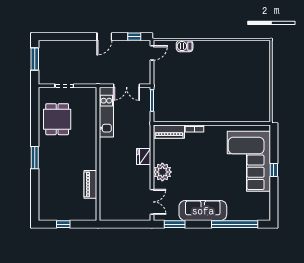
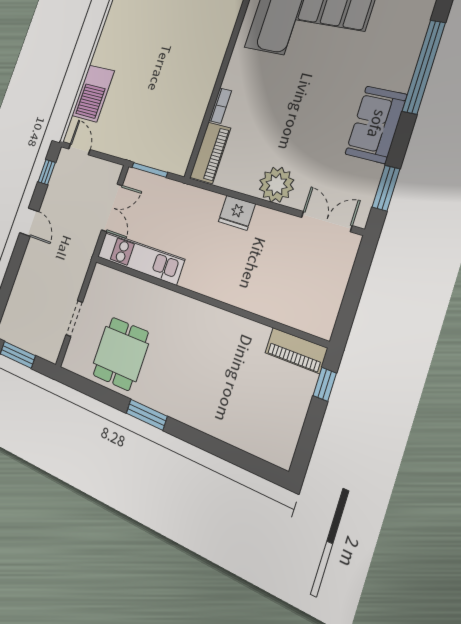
barbecue: (185, 46) -> (93, 93), width x1.88, depth x1.53
dining table: (57, 119) -> (121, 354), turned 90
window: (35, 158) -> (147, 415), moved
piano: (90, 184) -> (296, 350), moved
sofa: (203, 211) -> (376, 124), width x0.73
window: (63, 224) -> (325, 384), moved

